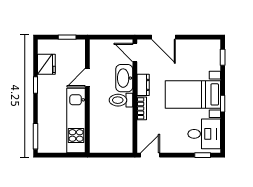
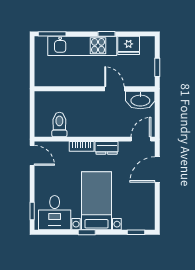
washbasin: (124, 78) -> (140, 100), moved, turned 180
toilet: (121, 100) -> (59, 124), moved
kitchen unit: (76, 121) -> (82, 46), moved, turned 180

